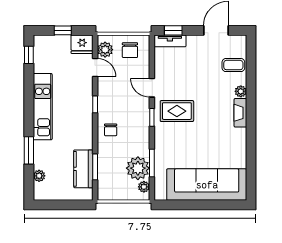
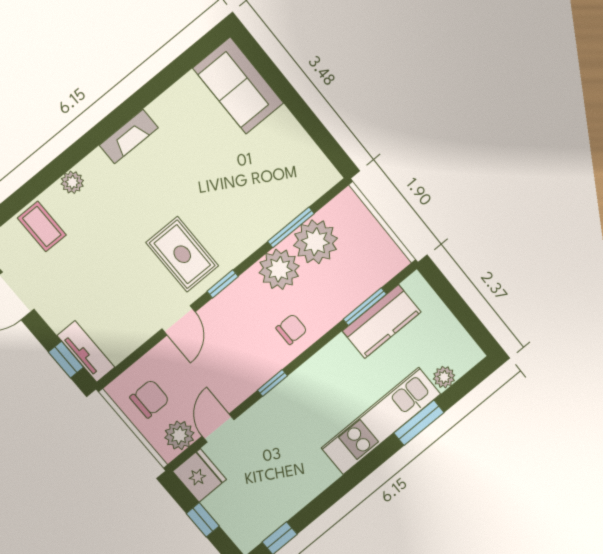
kitchen unit: (43, 107) -> (381, 421), moved
fireplace: (240, 113) -> (129, 137), moved
sofa: (207, 185) -> (238, 86), width x0.54, depth x0.79
plant: (144, 187) -> (279, 269), moved, width x1.88, depth x1.88

